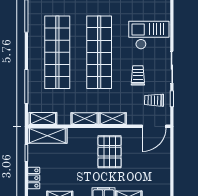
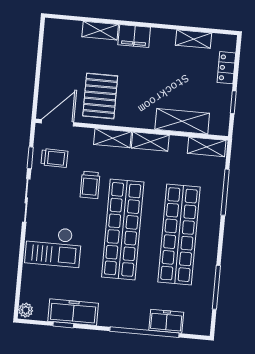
trolley: (138, 75) -> (90, 185), moved
shelving: (47, 136) -> (182, 121), moved
pallet: (110, 152) -> (100, 96), moved

